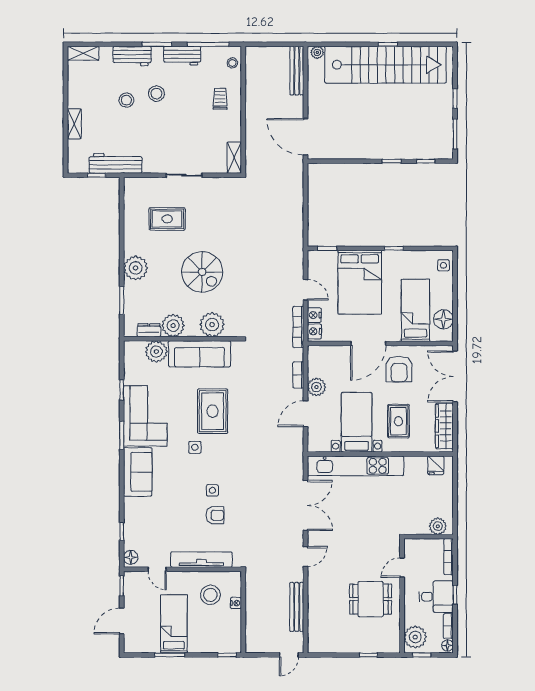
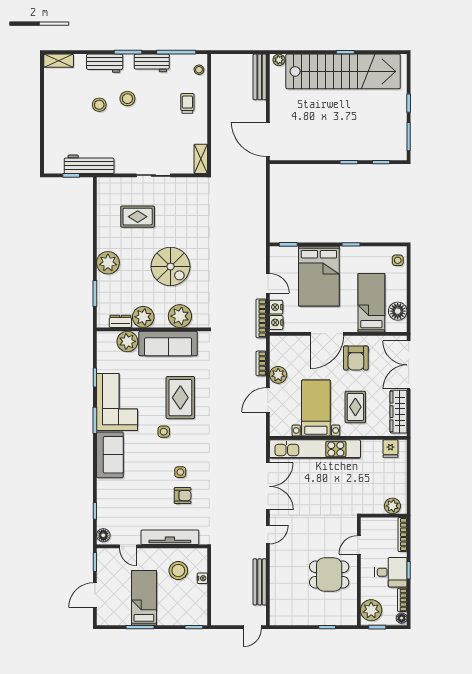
shelving: (74, 124) -> (50, 127), removed

